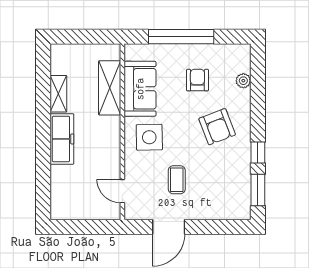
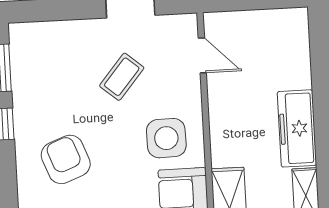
coffee table: (177, 180) -> (122, 77), turned 40

